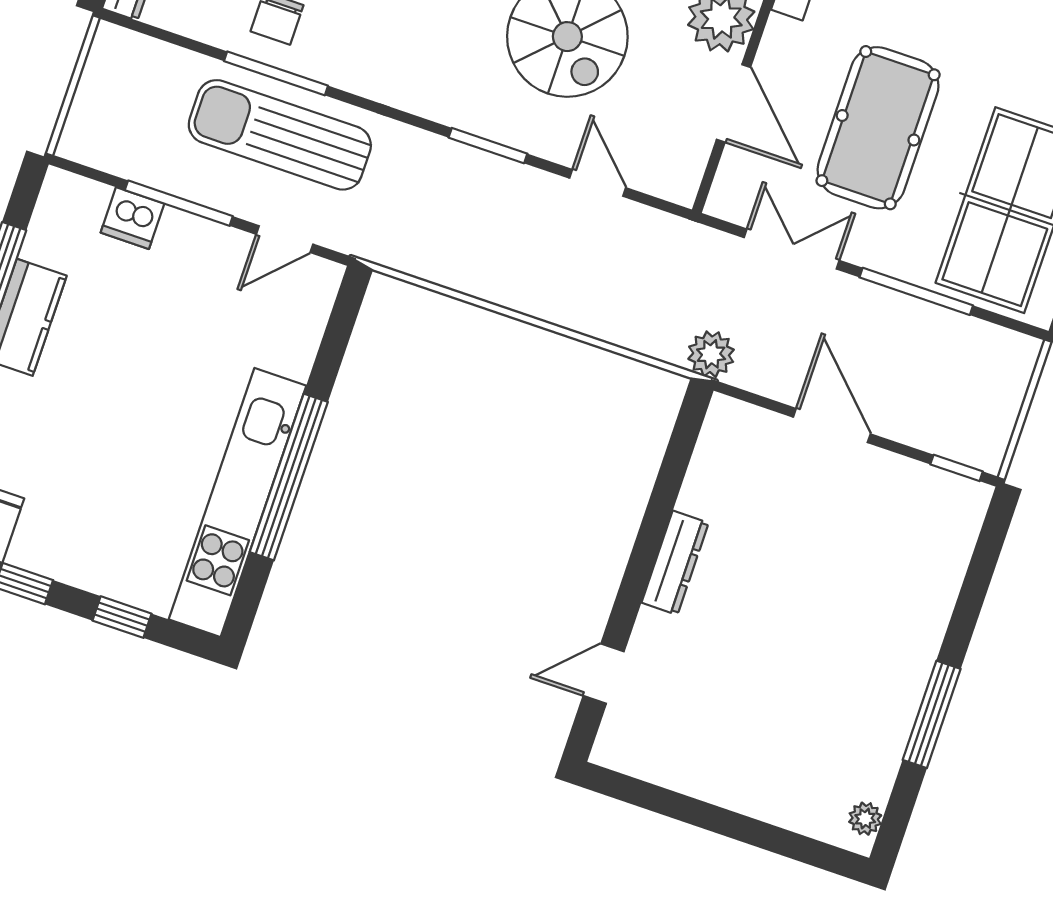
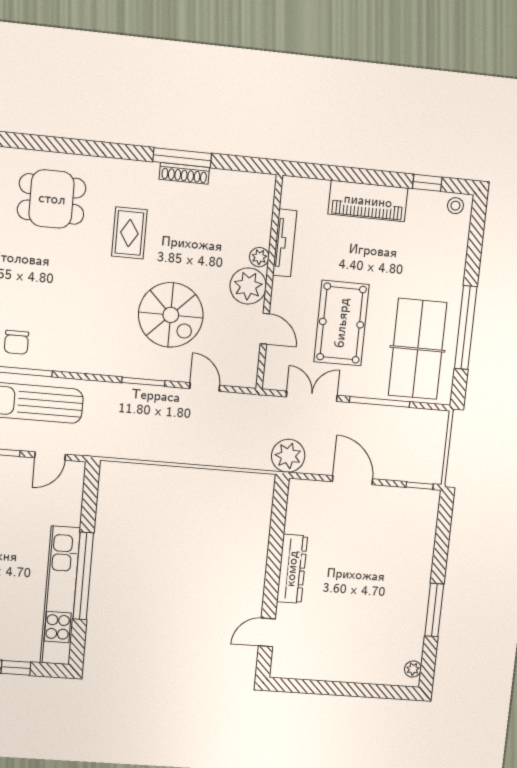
door: (734, 103) -> (265, 329), width x0.73
plant: (711, 354) -> (288, 456), width x1.36, depth x1.36
dresser: (675, 563) -> (292, 569), width x1.37, depth x1.24

